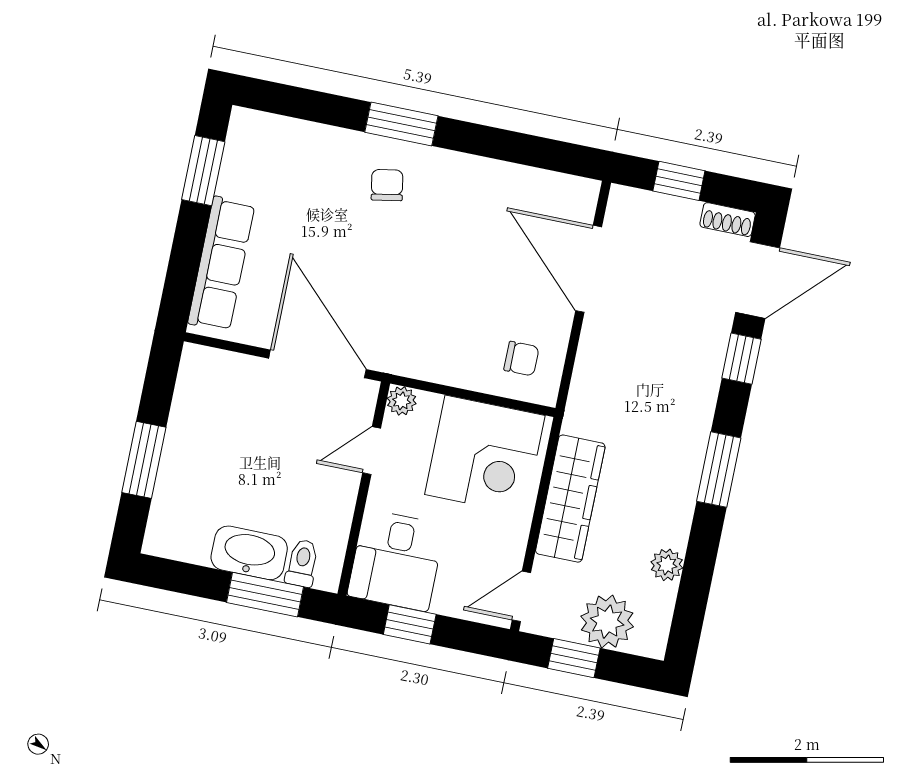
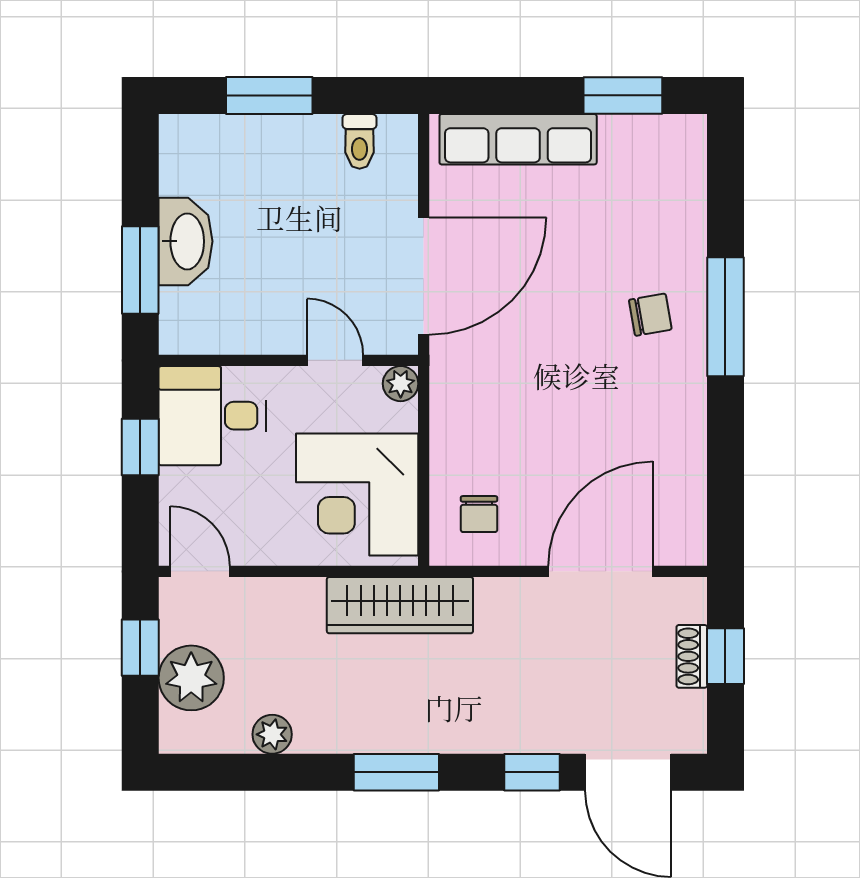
window: (401, 124) -> (725, 317), width x1.44
shoe rack: (728, 220) -> (692, 656), moved
wardrobe: (570, 499) -> (400, 605), moved
toilet: (302, 563) -> (360, 141), moved, turned 90

